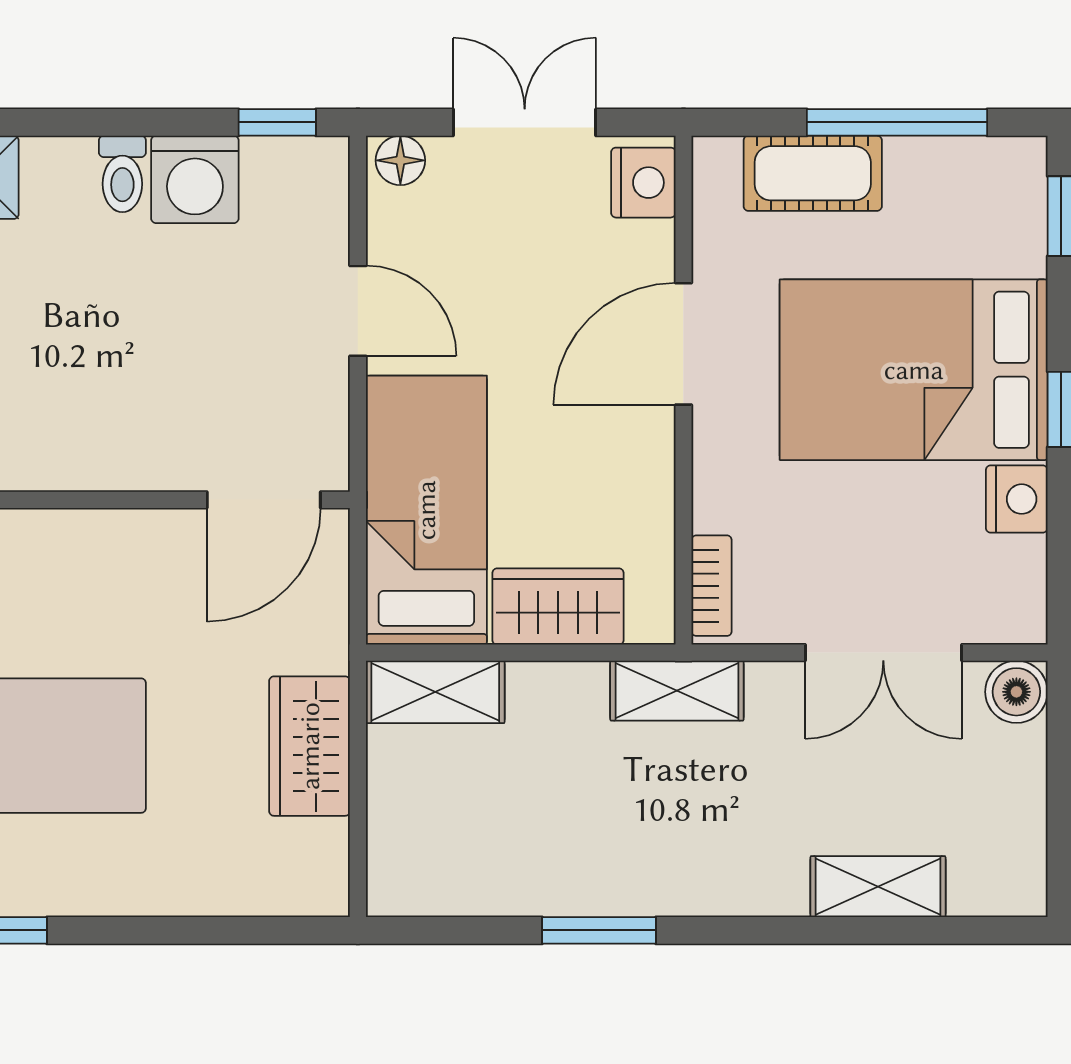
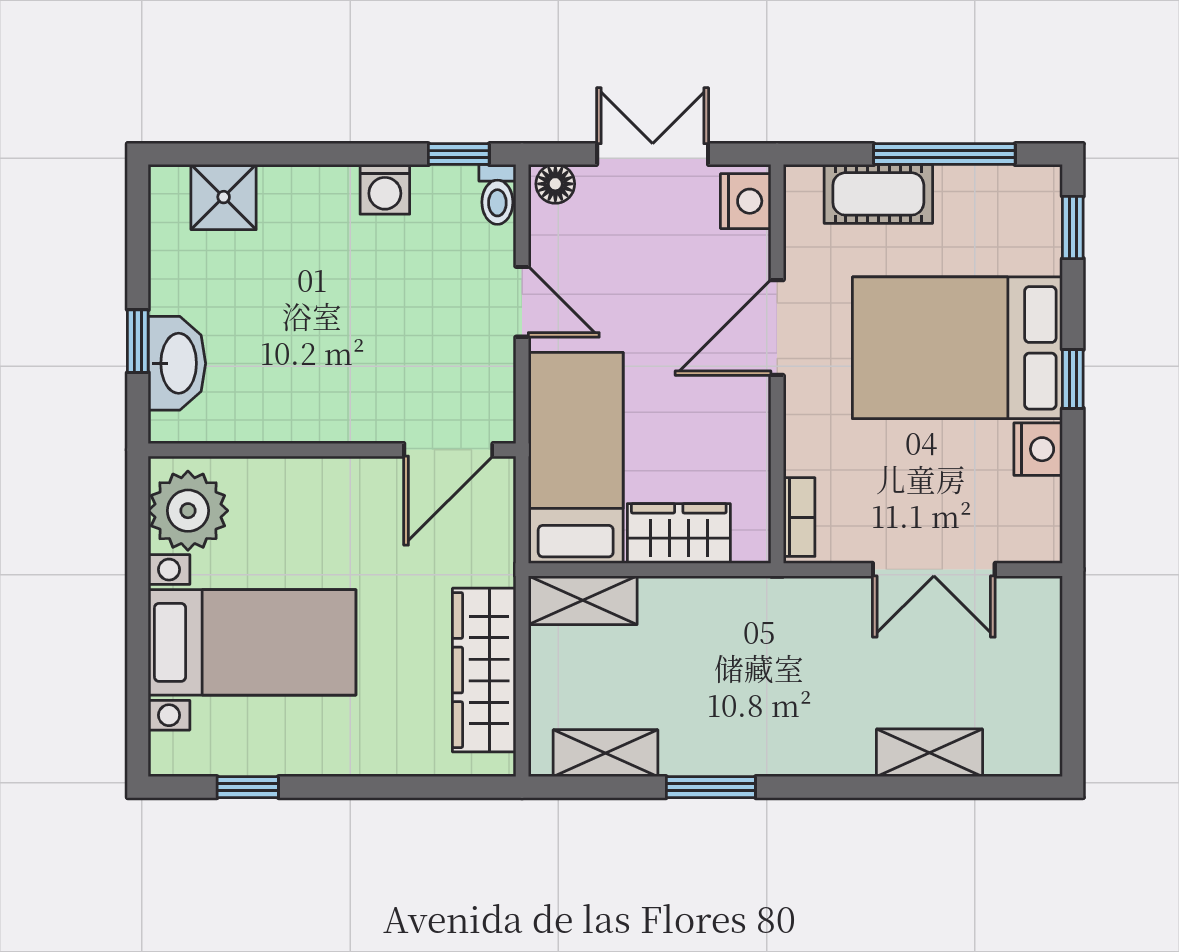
toilet: (122, 174) -> (497, 194), moved
washing machine: (195, 179) -> (385, 189), width x0.73, depth x0.73
shelving: (677, 691) -> (605, 753), moved
boiler: (1016, 692) -> (1038, 600), removed
wardrobe: (310, 746) -> (484, 670), width x1.50

